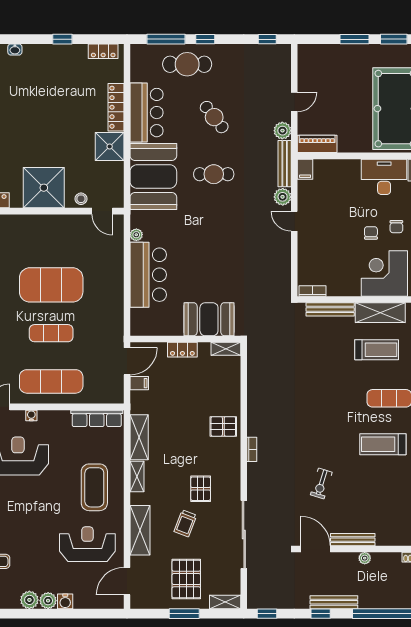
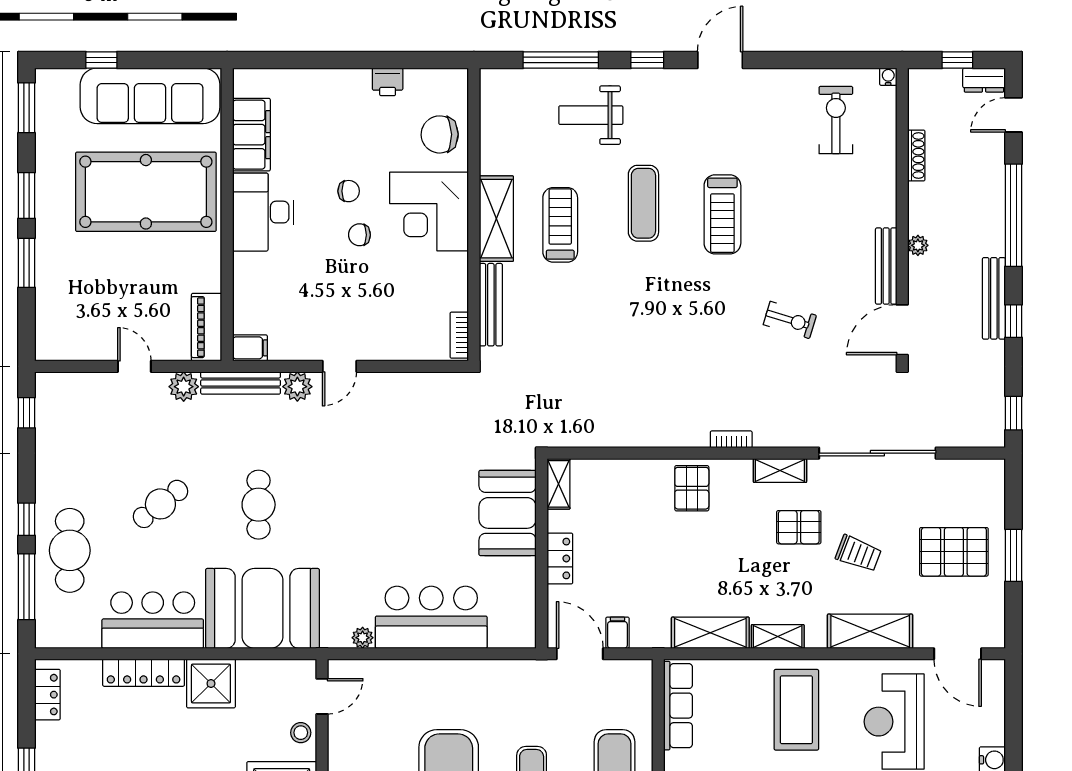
coffee table: (94, 487) -> (796, 710), turned 90
shelving: (225, 602) -> (780, 470), moved, turned 90

